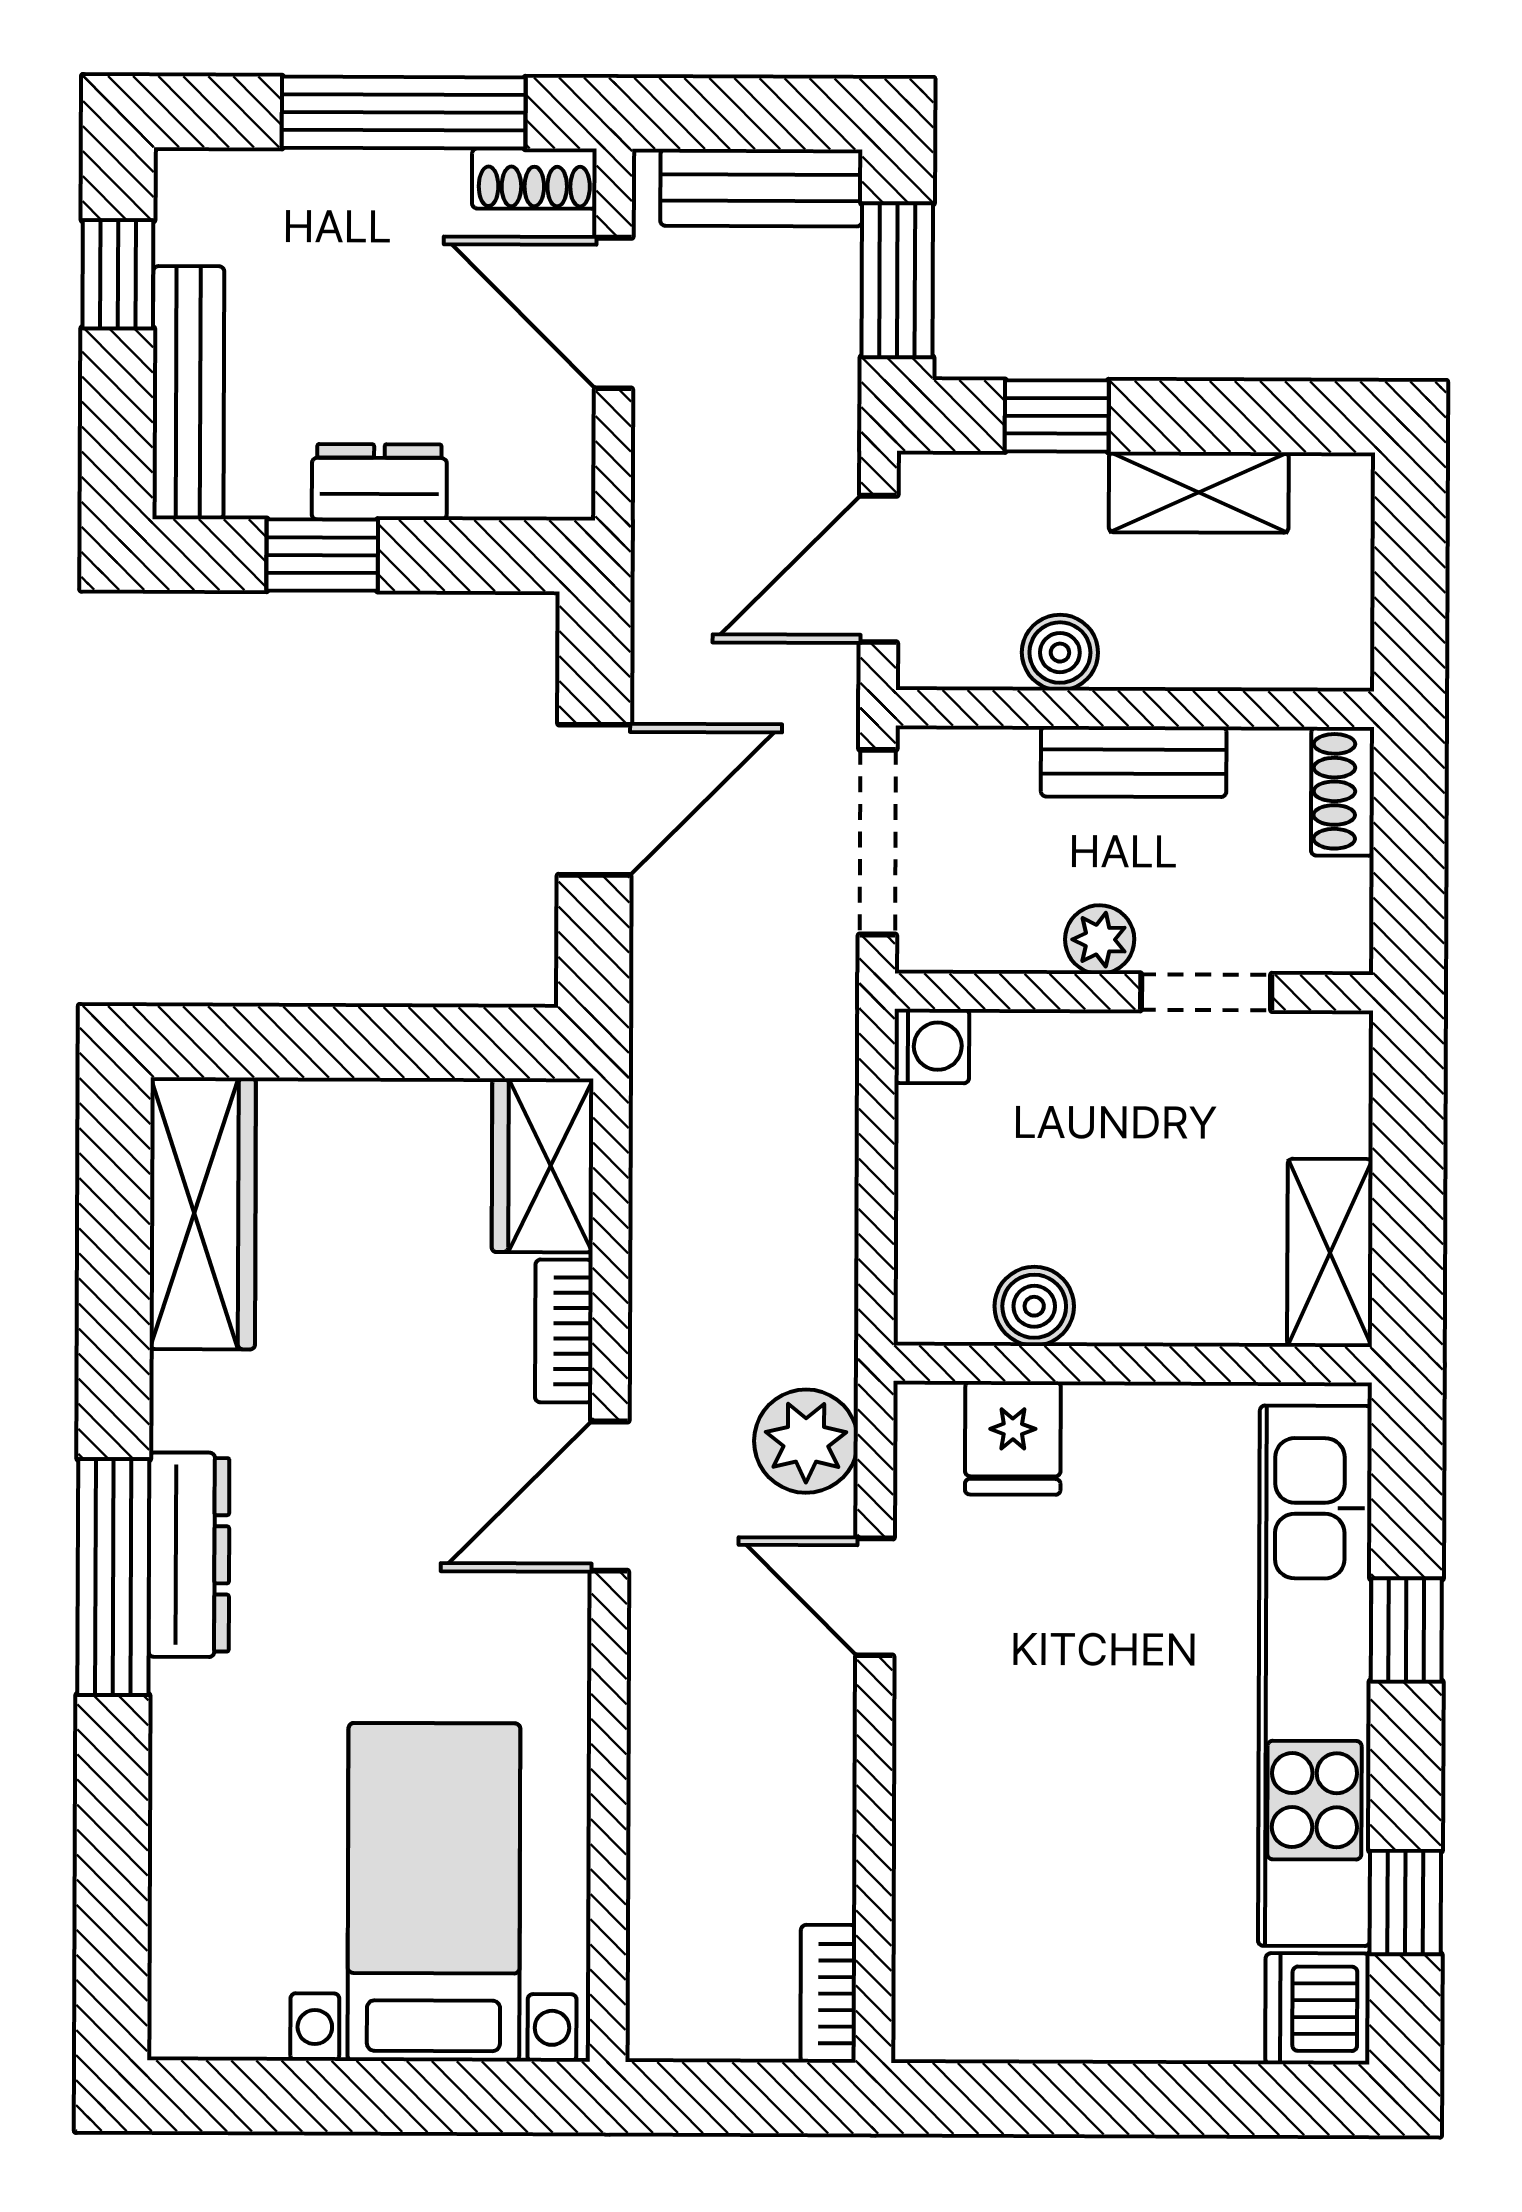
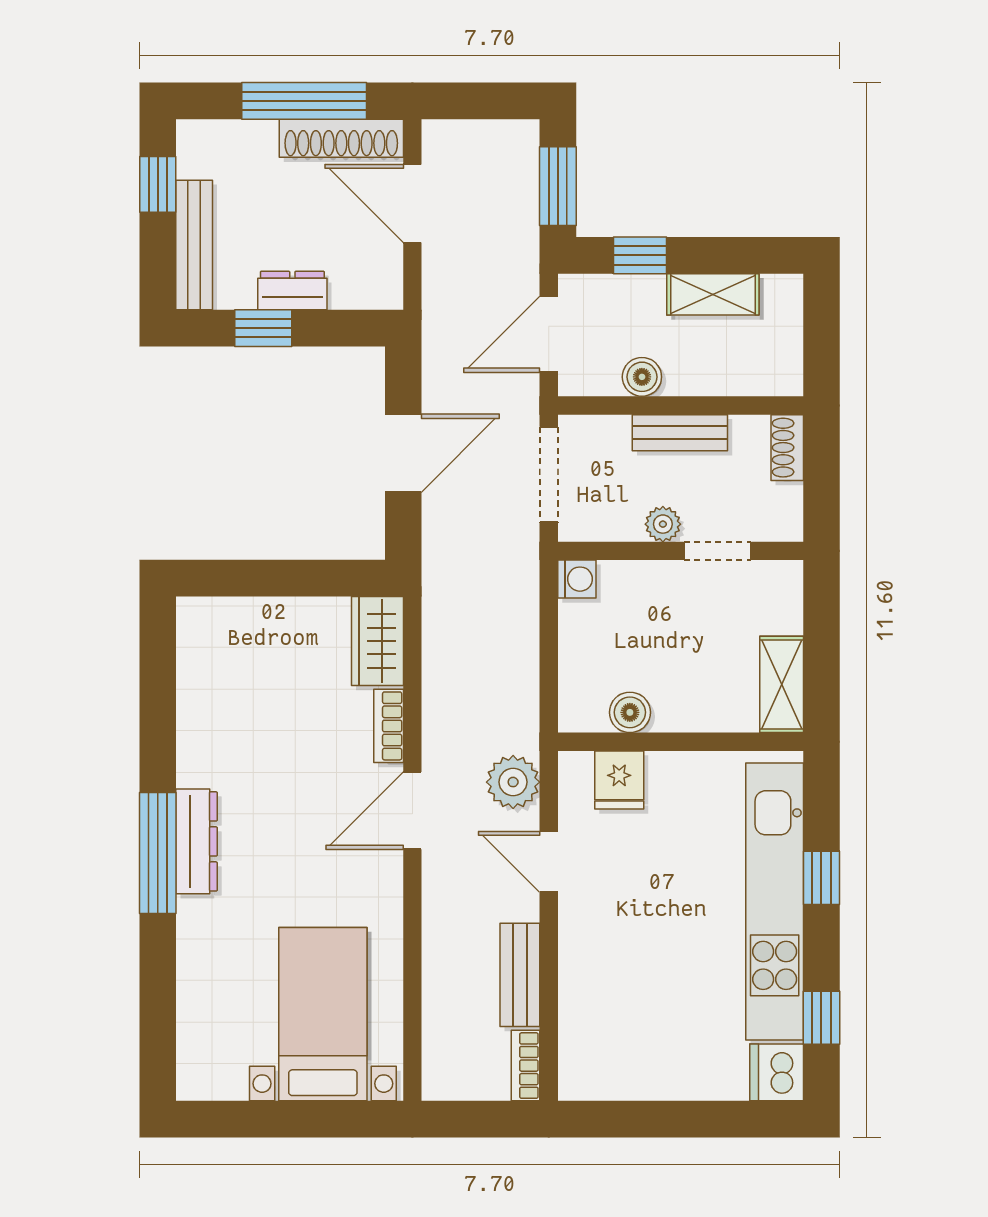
shoe rack: (534, 179) -> (341, 138), width x1.94, depth x1.24
bench: (761, 188) -> (520, 975), moved, turned 90
wardrobe: (203, 1213) -> (203, 666), removed

